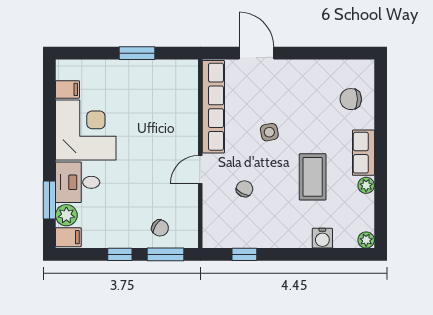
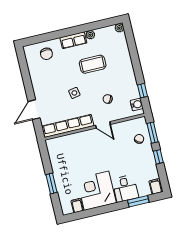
window: (137, 53) -> (52, 184), moved
plant: (66, 215) -> (144, 190), removed
water cooler: (322, 238) -> (137, 104), moved

